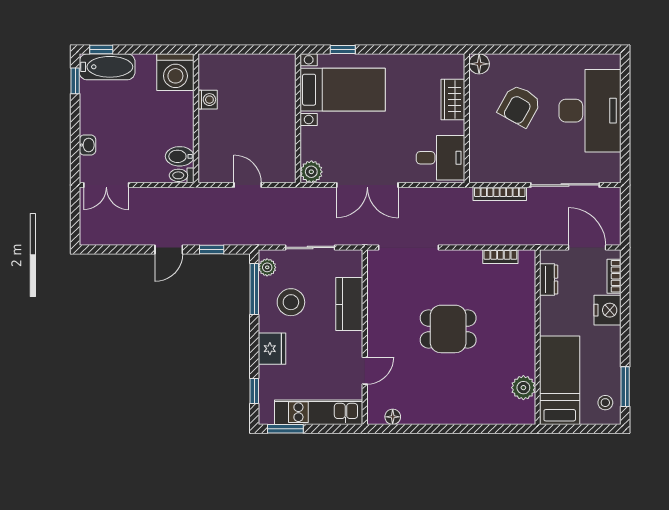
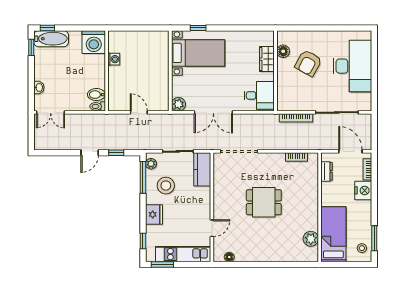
floor lamp: (479, 64) -> (283, 51), moved
kitchen counter: (349, 304) -> (202, 169), moved

